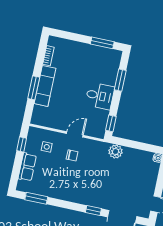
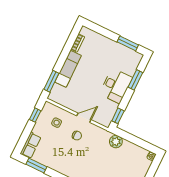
window: (34, 88) -> (51, 81), moved
desk: (100, 96) -> (116, 86), width x1.37
row of seats: (27, 167) -> (31, 145), moved

